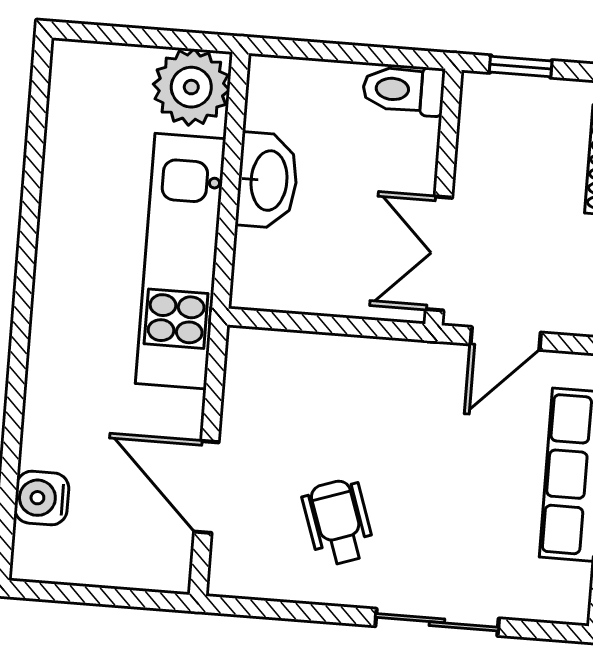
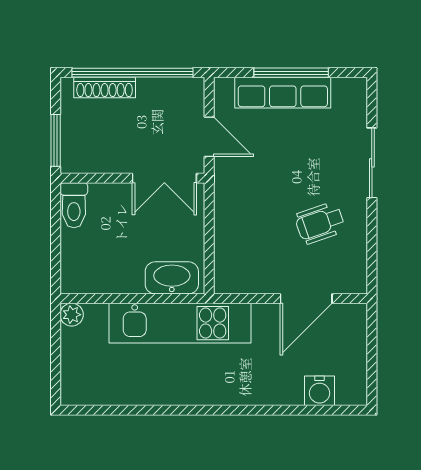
window: (521, 66) -> (56, 140), width x1.50
plant: (191, 87) -> (72, 315), width x0.53, depth x0.53
washbasin: (267, 180) -> (172, 278), moved

